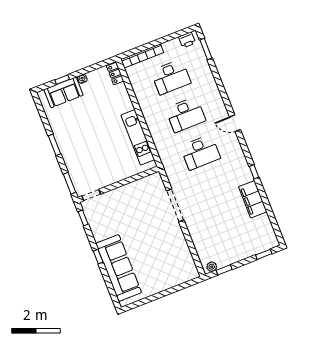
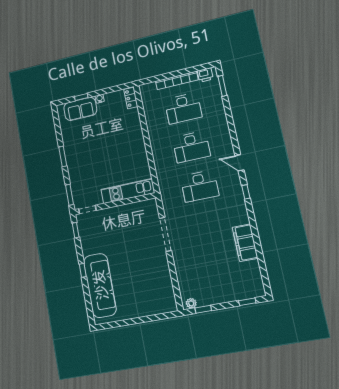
bookcase: (142, 56) -> (177, 80), moved
kitchen unit: (138, 137) -> (128, 191), moved, turned 90
window: (254, 172) -> (246, 192), moved

